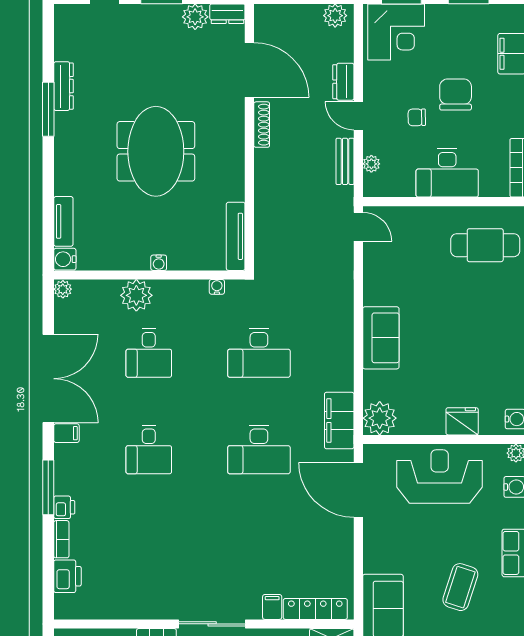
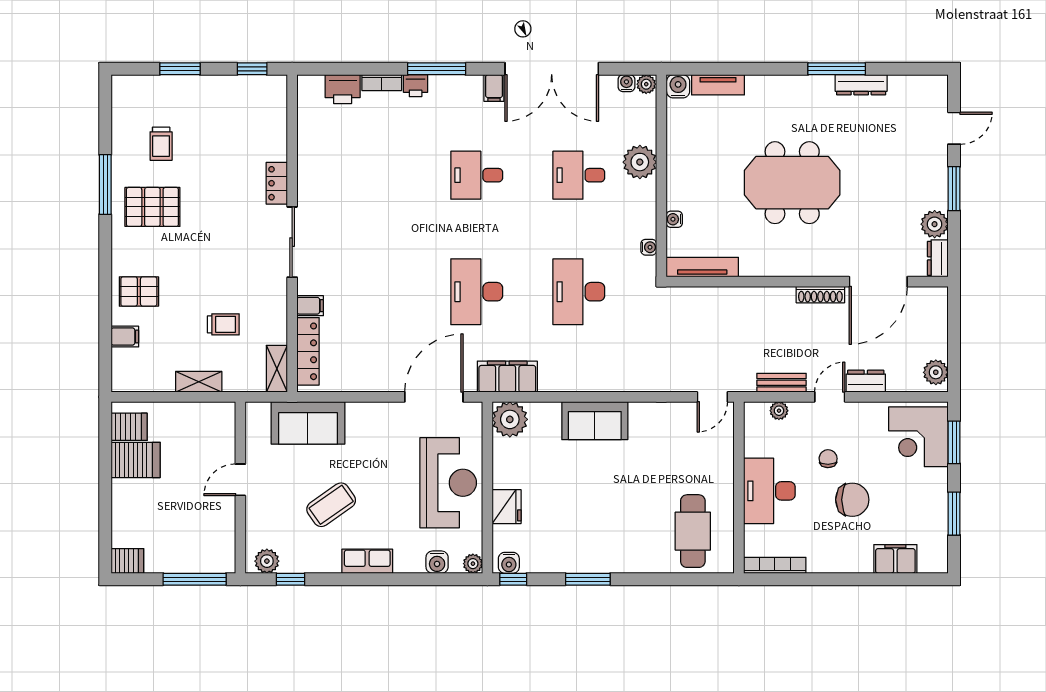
water cooler: (159, 263) -> (674, 219), moved
water cooler: (62, 308) -> (626, 83), added
coffee table: (460, 587) -> (331, 505), turned -53

